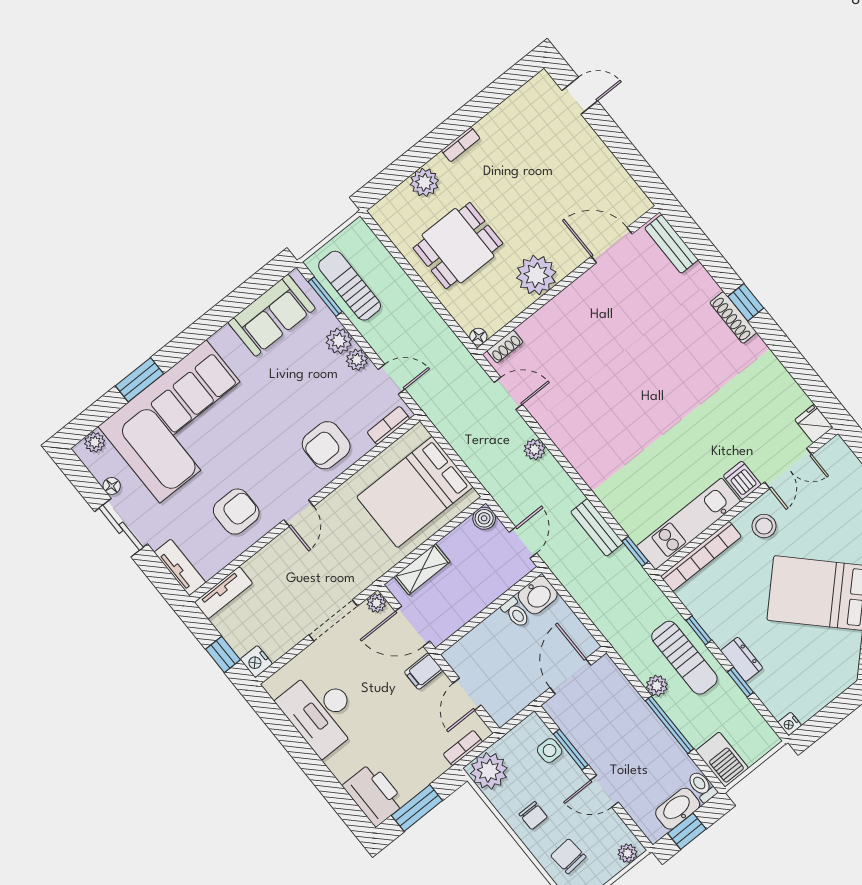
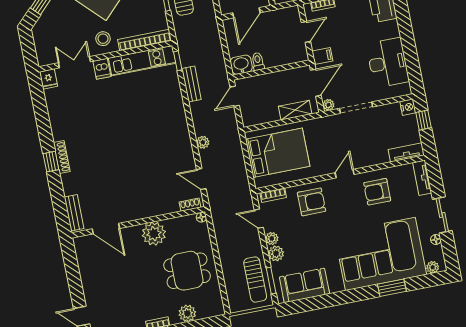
boiler: (484, 518) -> (248, 120), removed
door: (413, 626) -> (316, 83), hinge flipped

